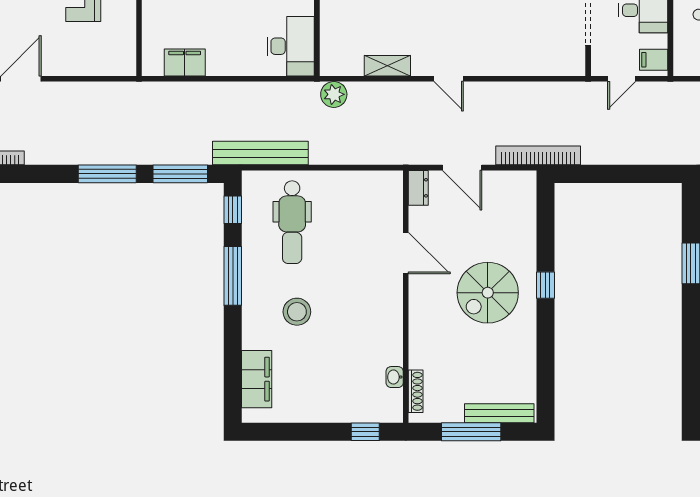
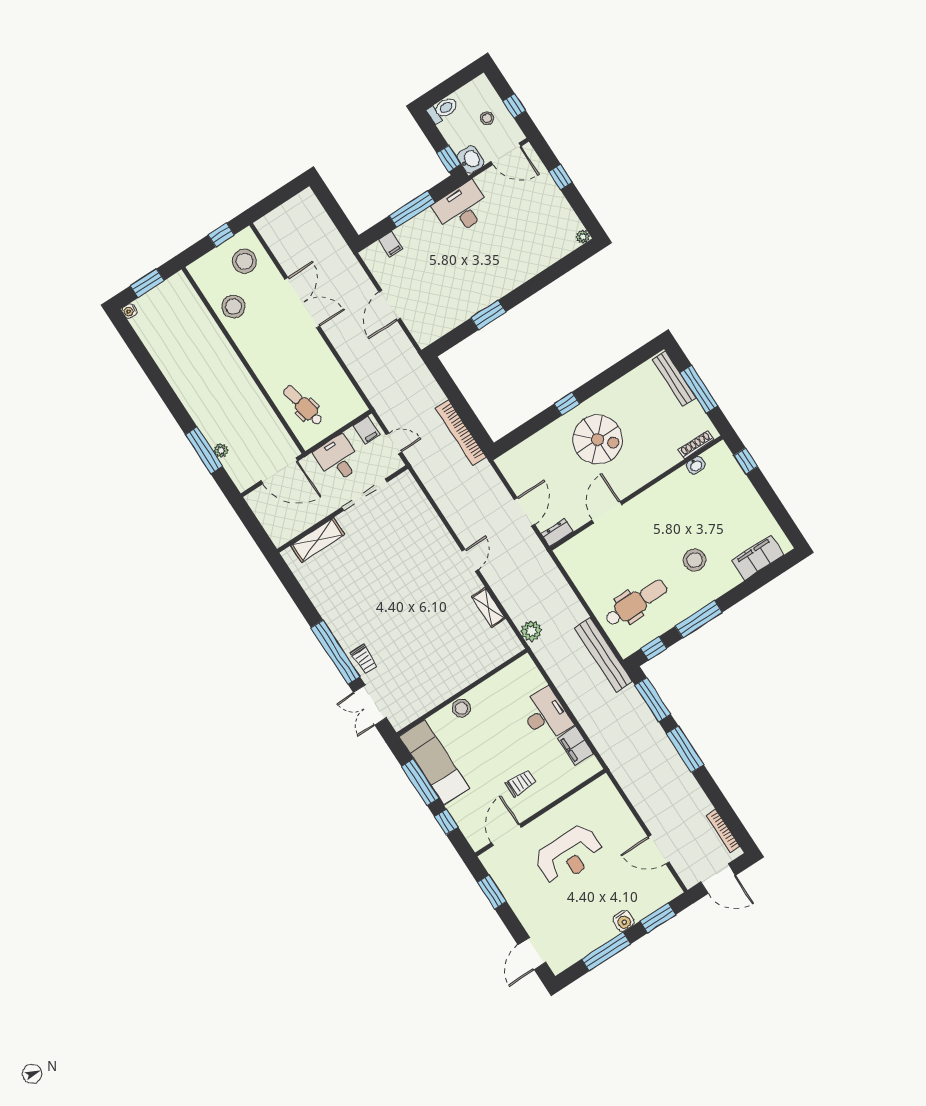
desk: (291, 46) -> (546, 715), moved, turned 90
bookcase: (538, 155) -> (461, 433), moved

